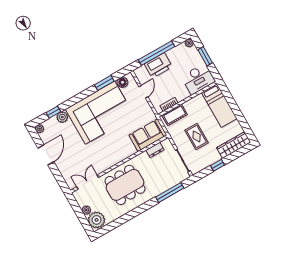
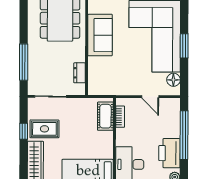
printer: (158, 65) -> (169, 153), moved
window: (104, 83) -> (184, 46), moved
sofa: (148, 135) -> (100, 35), moved
rug: (197, 136) -> (44, 129), moved

